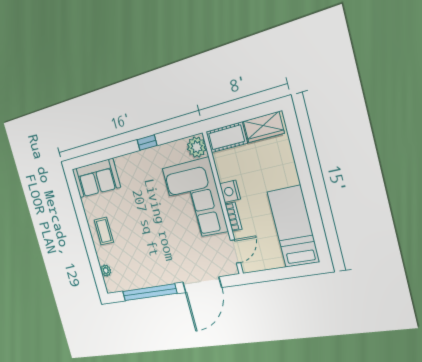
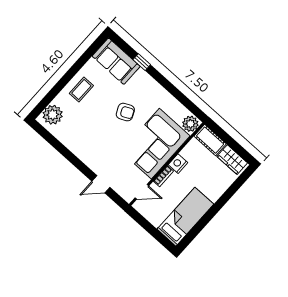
window: (147, 143) -> (142, 62), moved
armchair: (147, 206) -> (125, 112), added
plant: (106, 271) -> (53, 115), width x1.88, depth x1.88
door: (202, 285) -> (101, 184), width x0.53
window: (149, 292) -> (64, 151), removed

